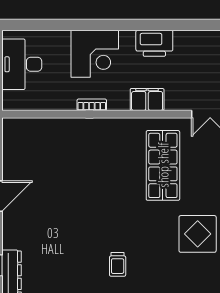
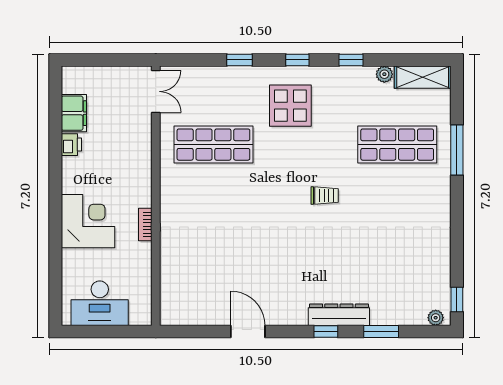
printer: (154, 43) -> (71, 145), width x0.53, depth x0.68
filing cabinet: (147, 99) -> (74, 113), moved, turned 180

